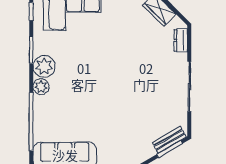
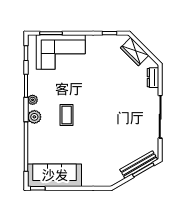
plant: (44, 66) -> (33, 100), width x0.53, depth x0.53
coffee table: (79, 84) -> (67, 115), added
bench: (169, 140) -> (139, 165), width x1.36

